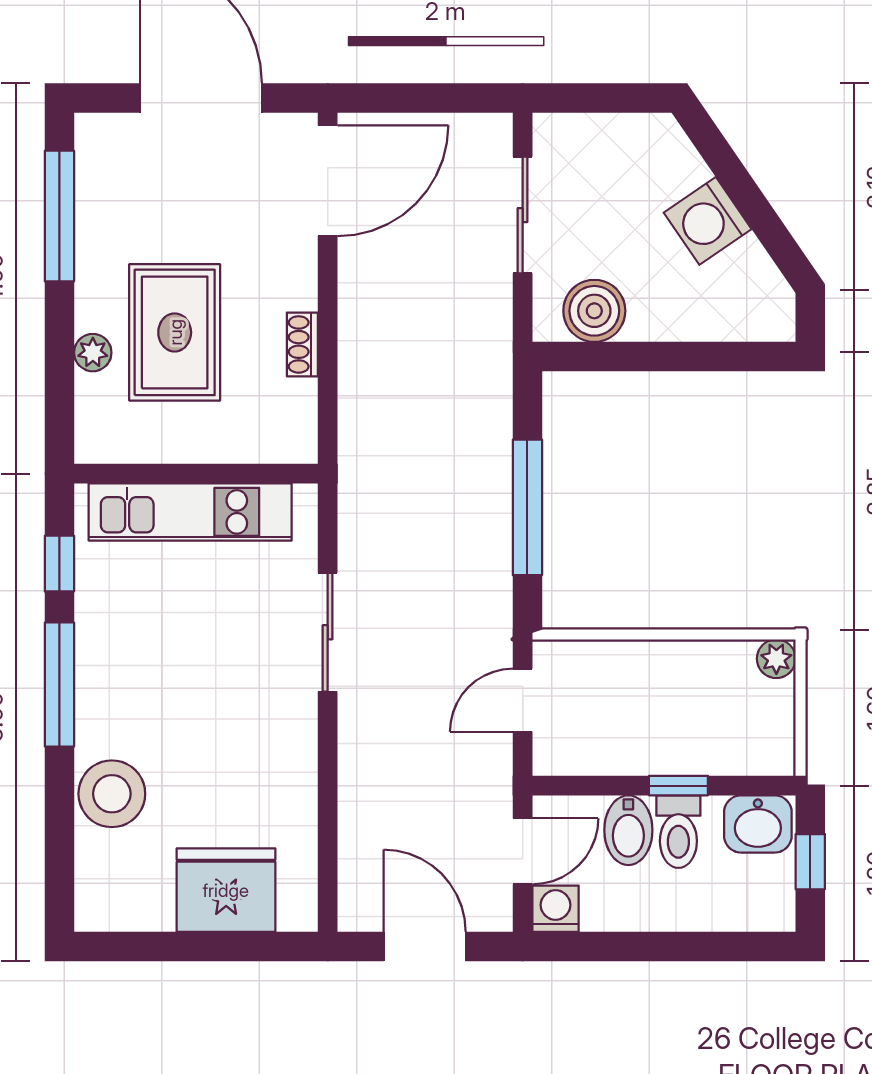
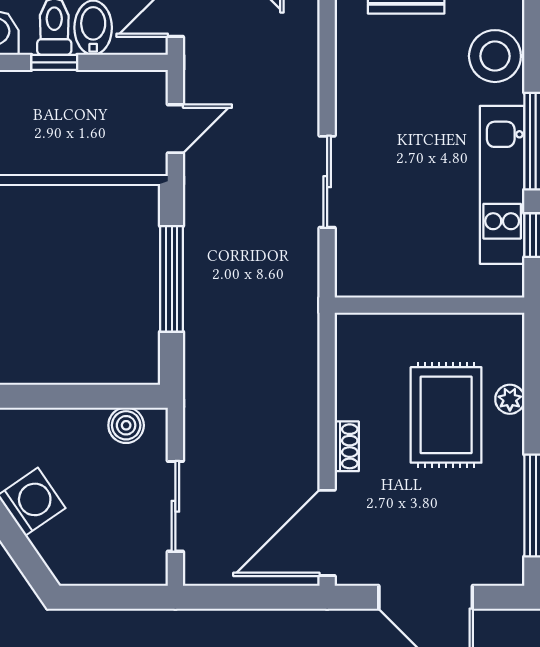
boiler: (594, 311) -> (126, 425), width x0.73, depth x0.73
shoe rack: (302, 344) -> (347, 446), moved
kitchen unit: (190, 512) -> (502, 185), moved, turned -90

